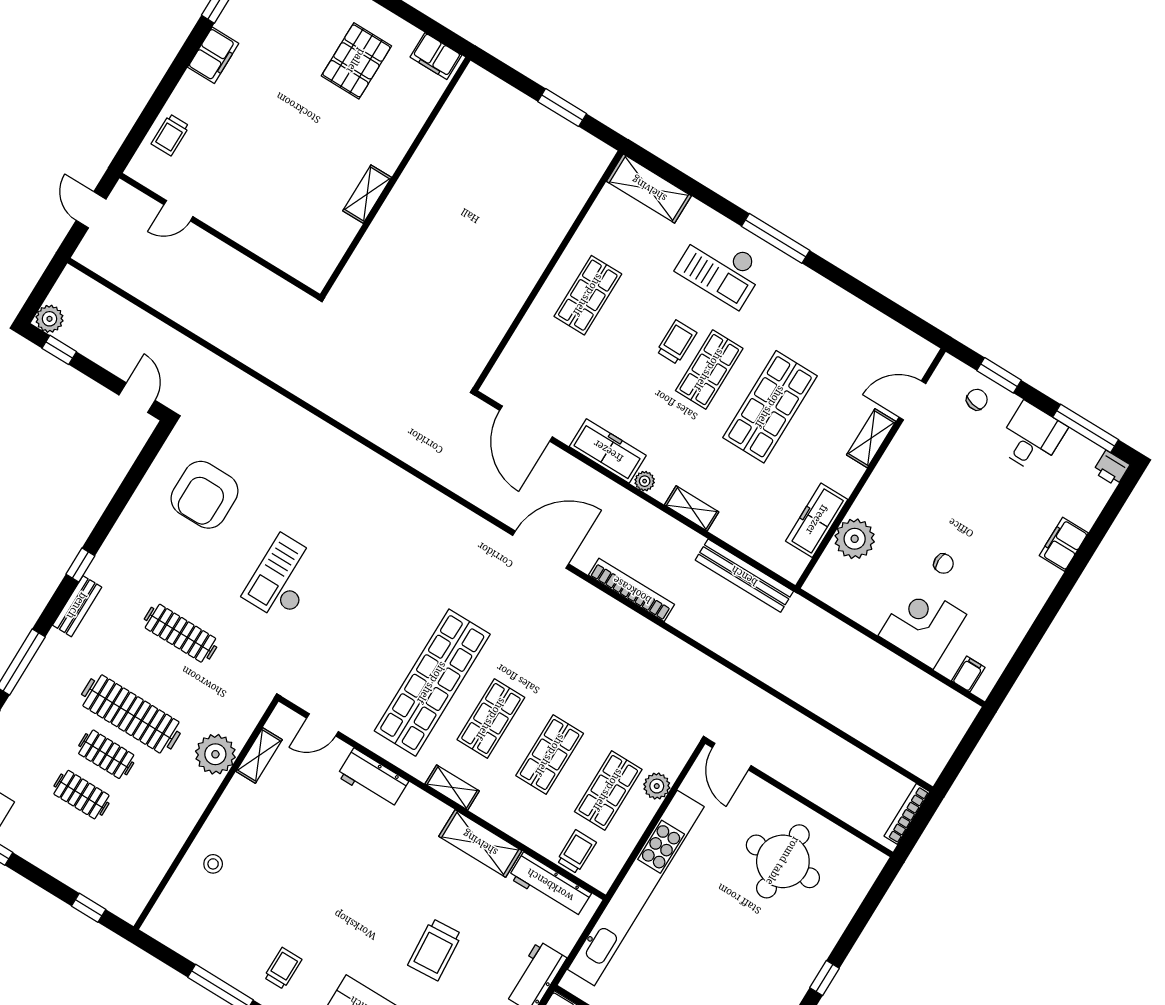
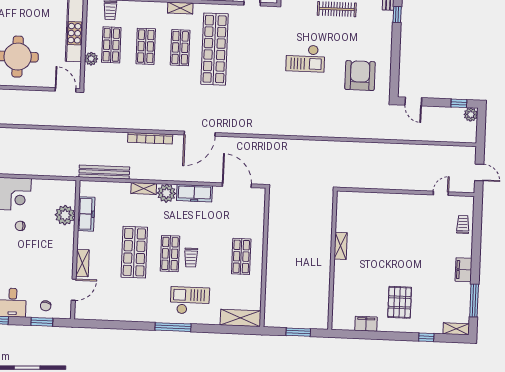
wall: (395, 177) -> (332, 260), moved
shelving: (367, 194) -> (341, 246), moved
plant: (645, 481) -> (166, 193), width x1.88, depth x1.88
checkout: (283, 578) -> (305, 58), turned 90

